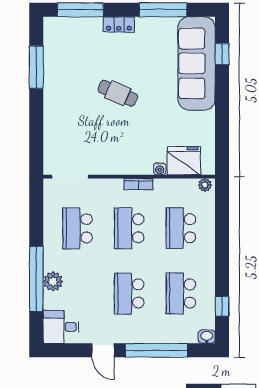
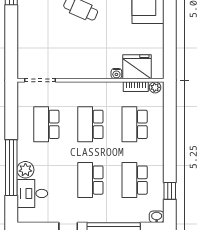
bookcase: (138, 184) -> (136, 87), moved
desk: (61, 327) -> (32, 193), moved

